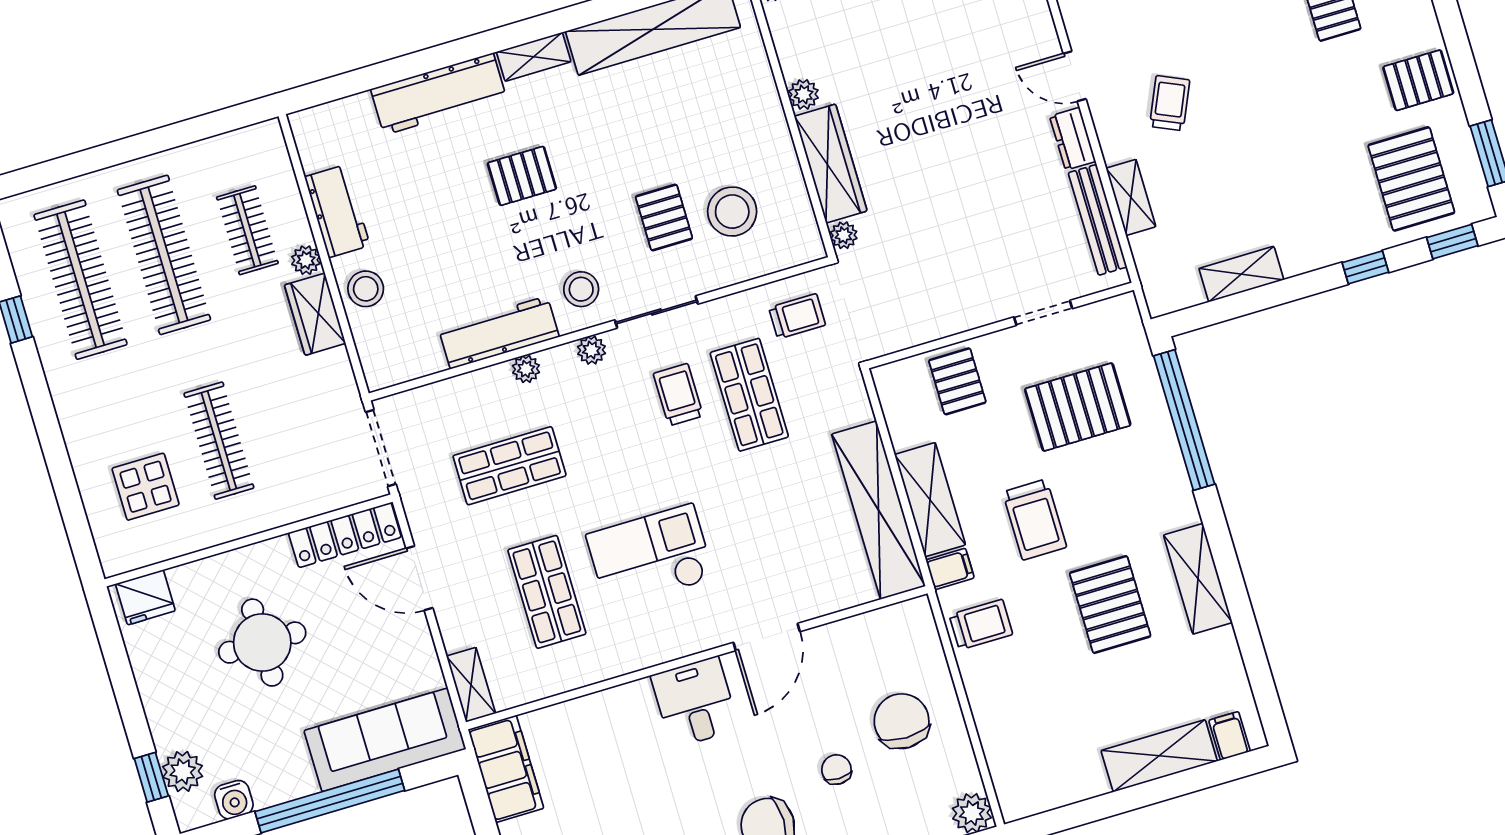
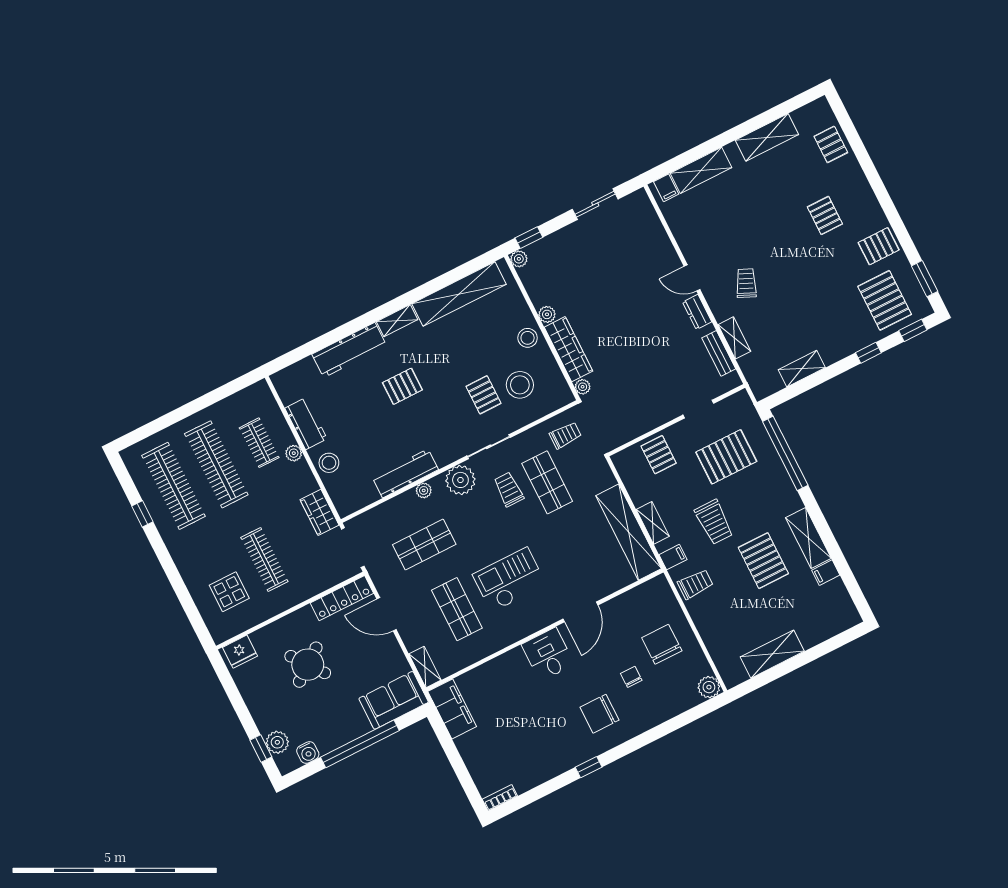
bench: (1098, 220) -> (719, 353), width x0.73
stool: (581, 289) -> (528, 338), moved
wardrobe: (315, 314) -> (320, 512), moved
plant: (591, 350) -> (460, 480), width x1.88, depth x1.88
shelving: (930, 500) -> (653, 523), width x0.67, depth x0.75
round table: (262, 643) -> (308, 665), turned -37
filing cabinet: (1230, 736) -> (826, 573), moved, turned -90
sofa: (385, 740) -> (394, 700), width x0.73
shelving: (1159, 756) -> (772, 654), moved

